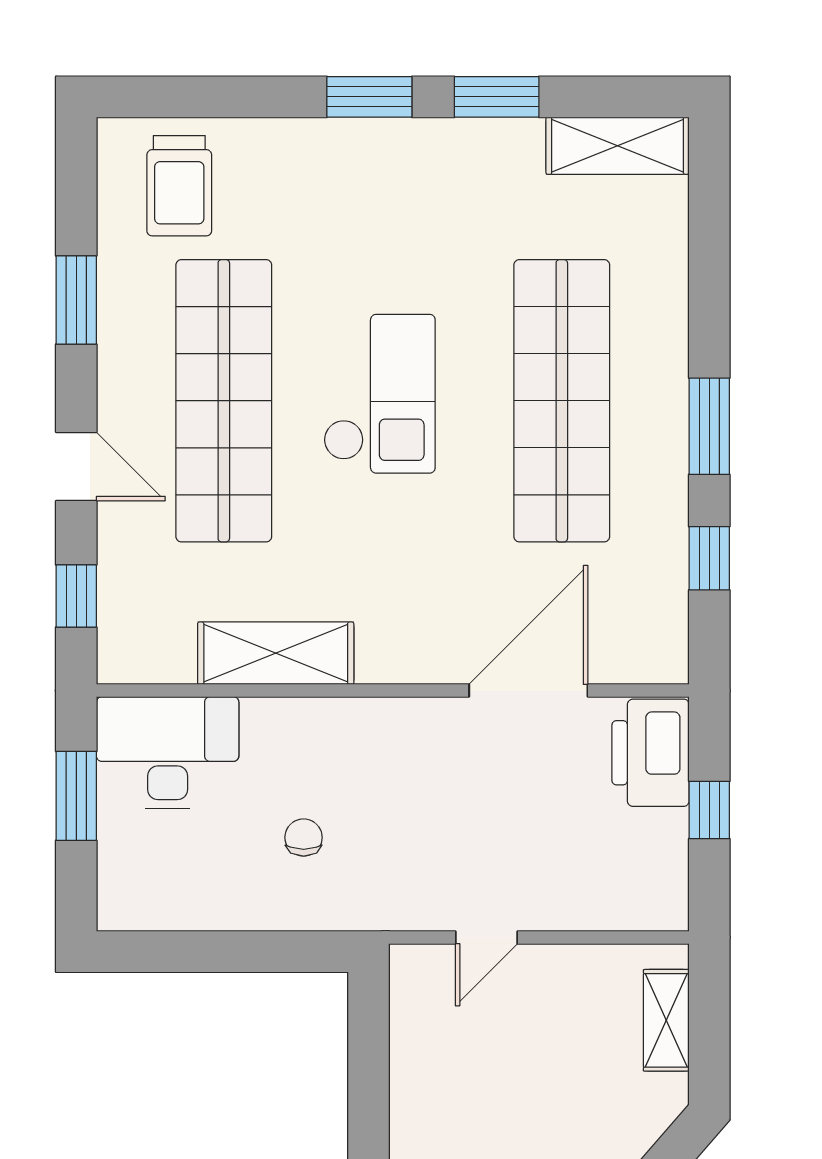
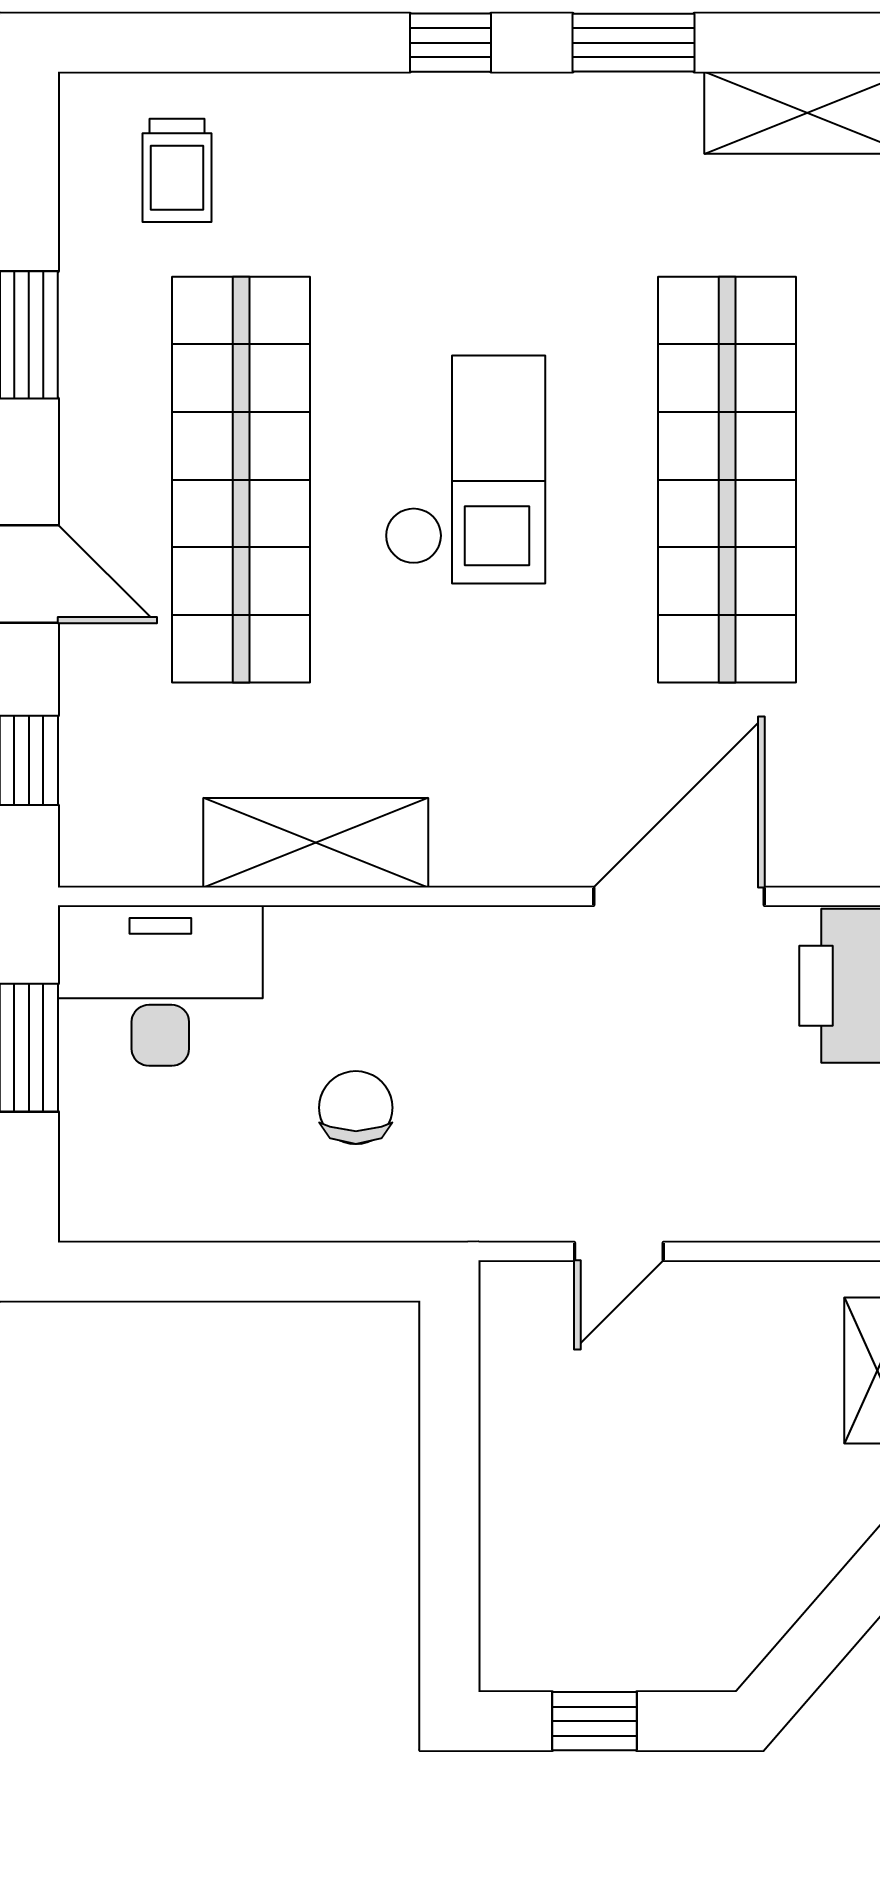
window: (369, 97) -> (450, 43), width x0.67
trolley: (179, 186) -> (177, 170), width x0.73, depth x0.72
chair: (304, 837) -> (356, 1108), width x1.37, depth x1.37

